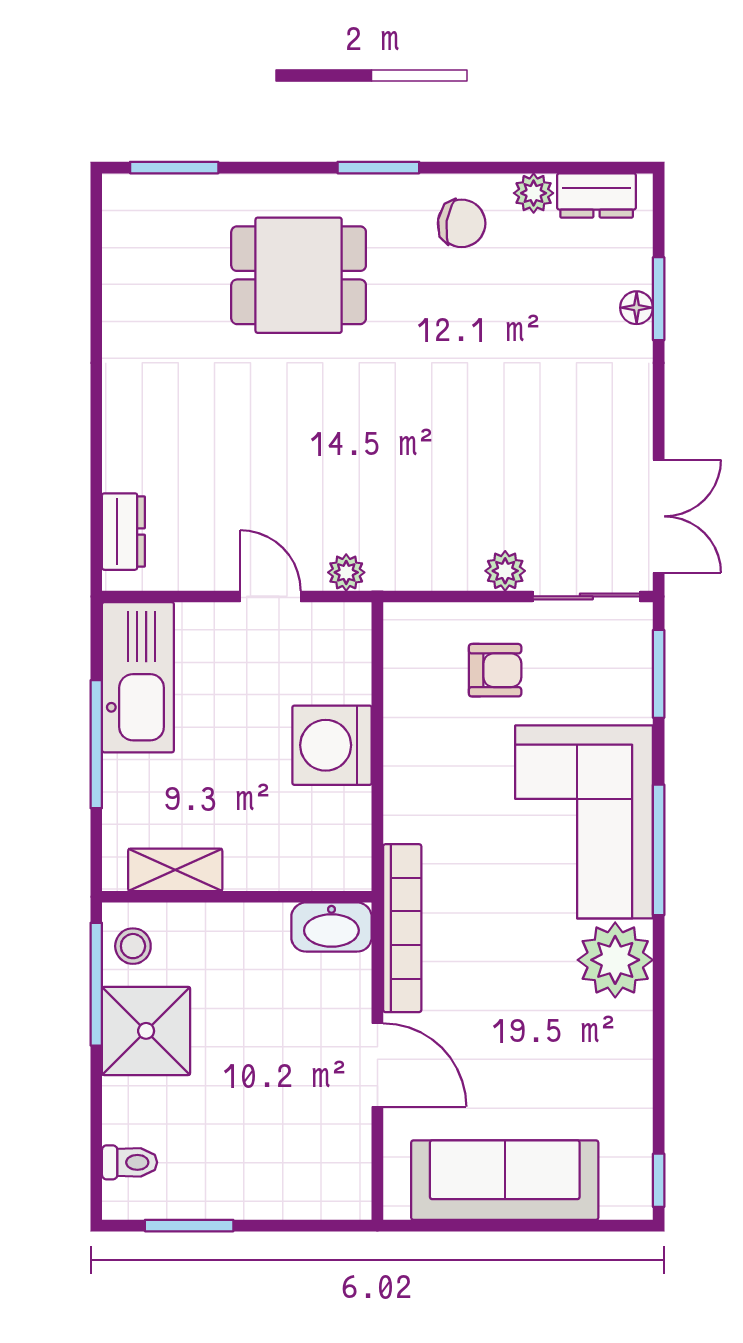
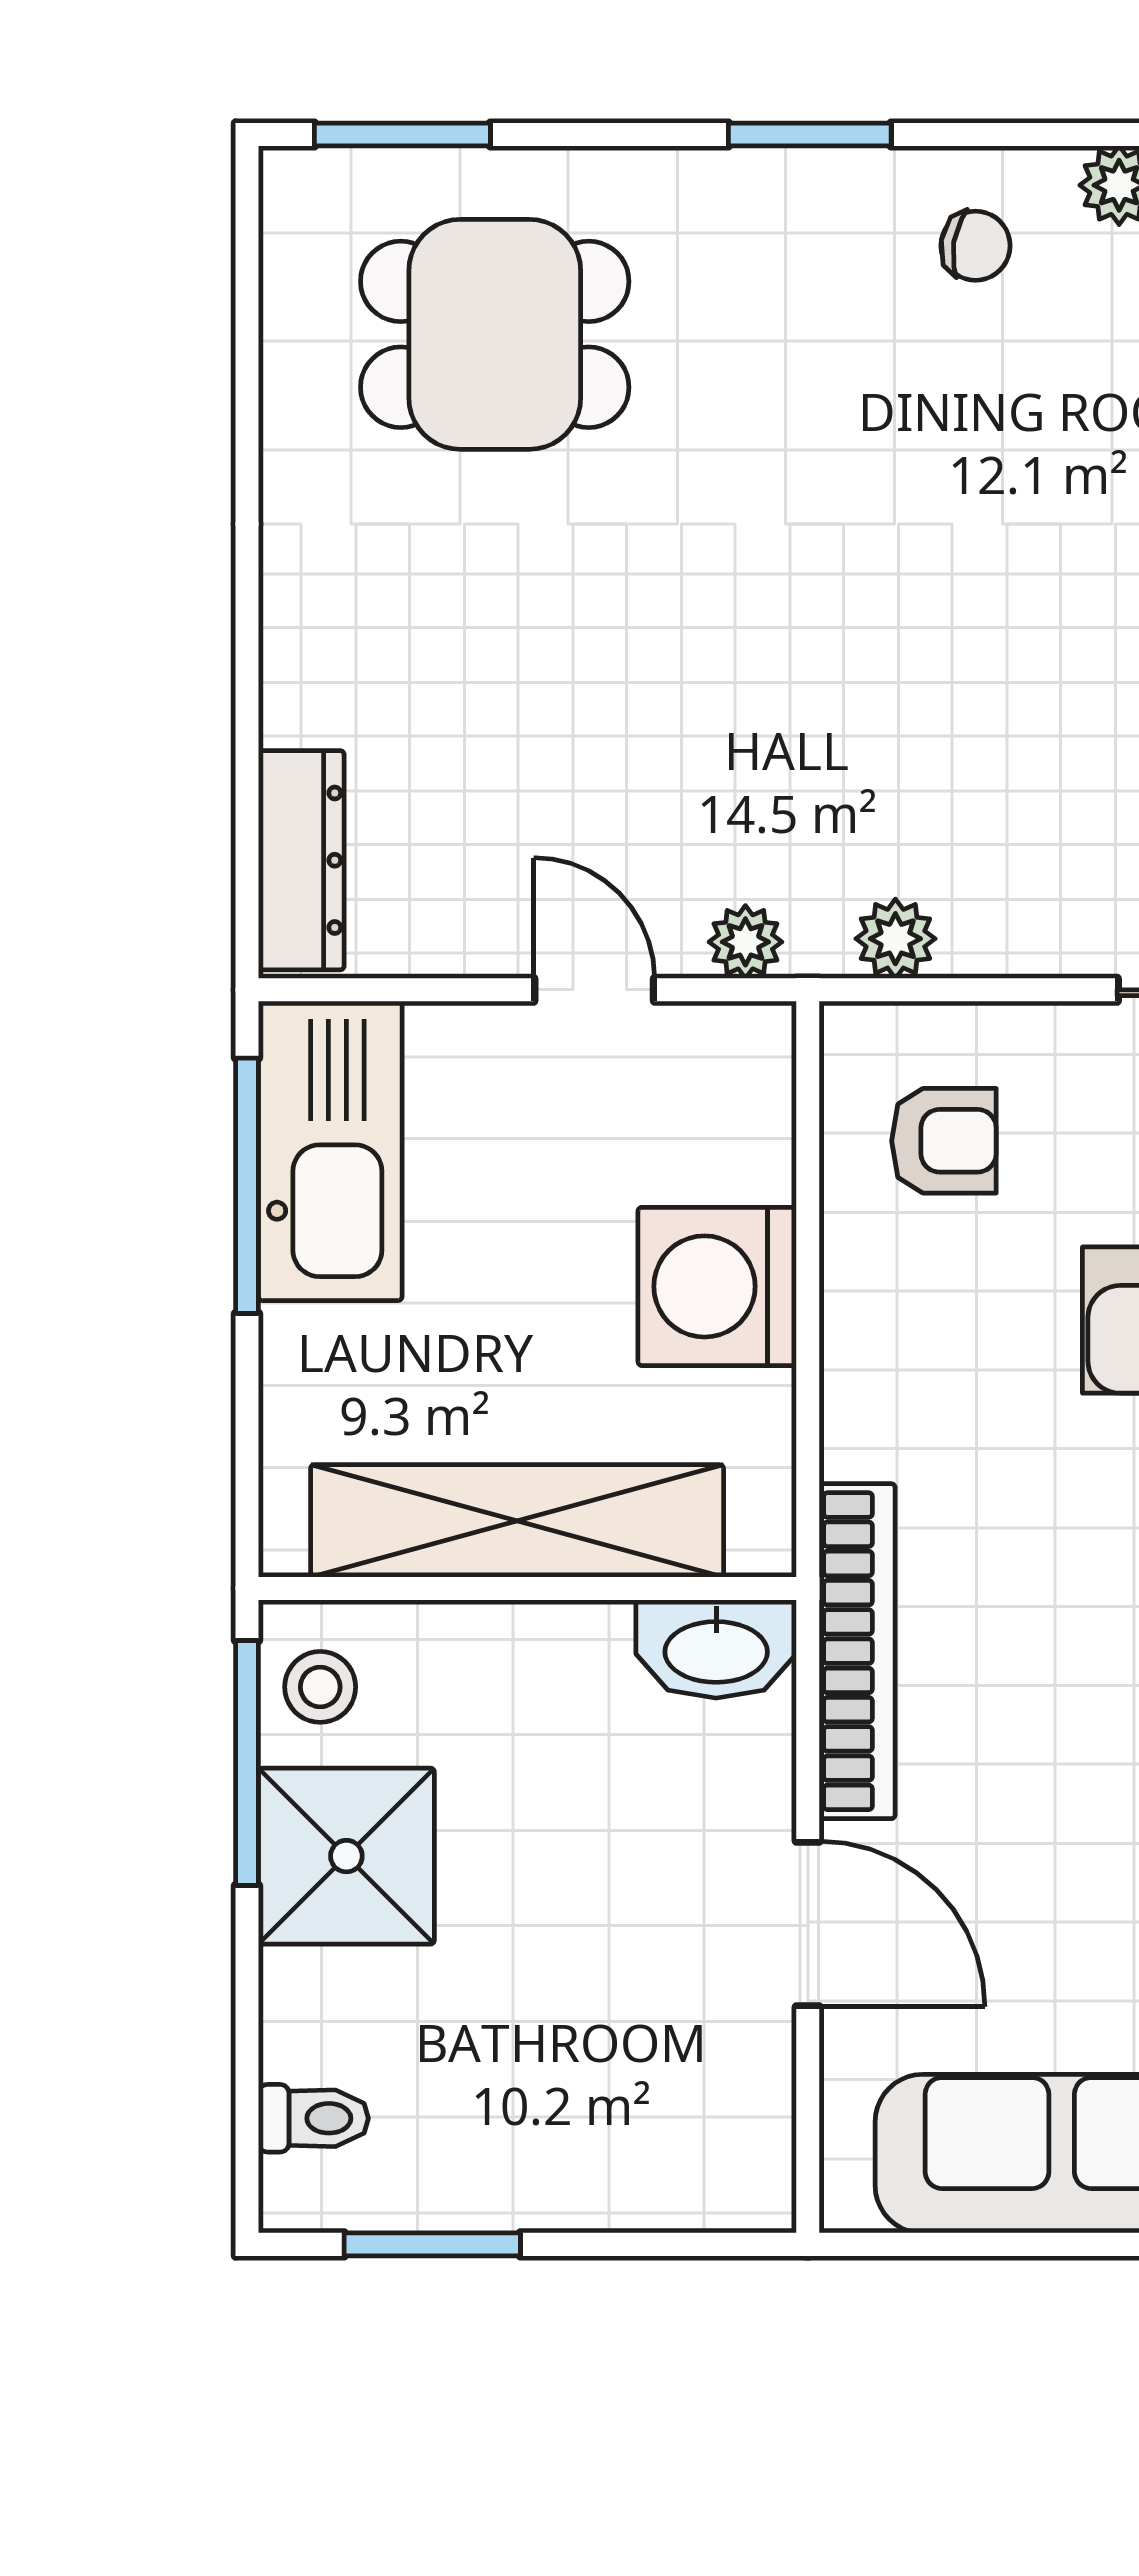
chair: (462, 223) -> (976, 246), width x0.73, depth x0.73
dining table: (299, 275) -> (495, 334), moved
dresser: (123, 532) -> (301, 860), width x1.44
plant: (505, 571) -> (895, 939), moved
armchair: (495, 670) -> (944, 1141), moved
window: (96, 744) -> (247, 1186), moved
shelving: (175, 870) -> (517, 1521), width x2.20, depth x1.33

